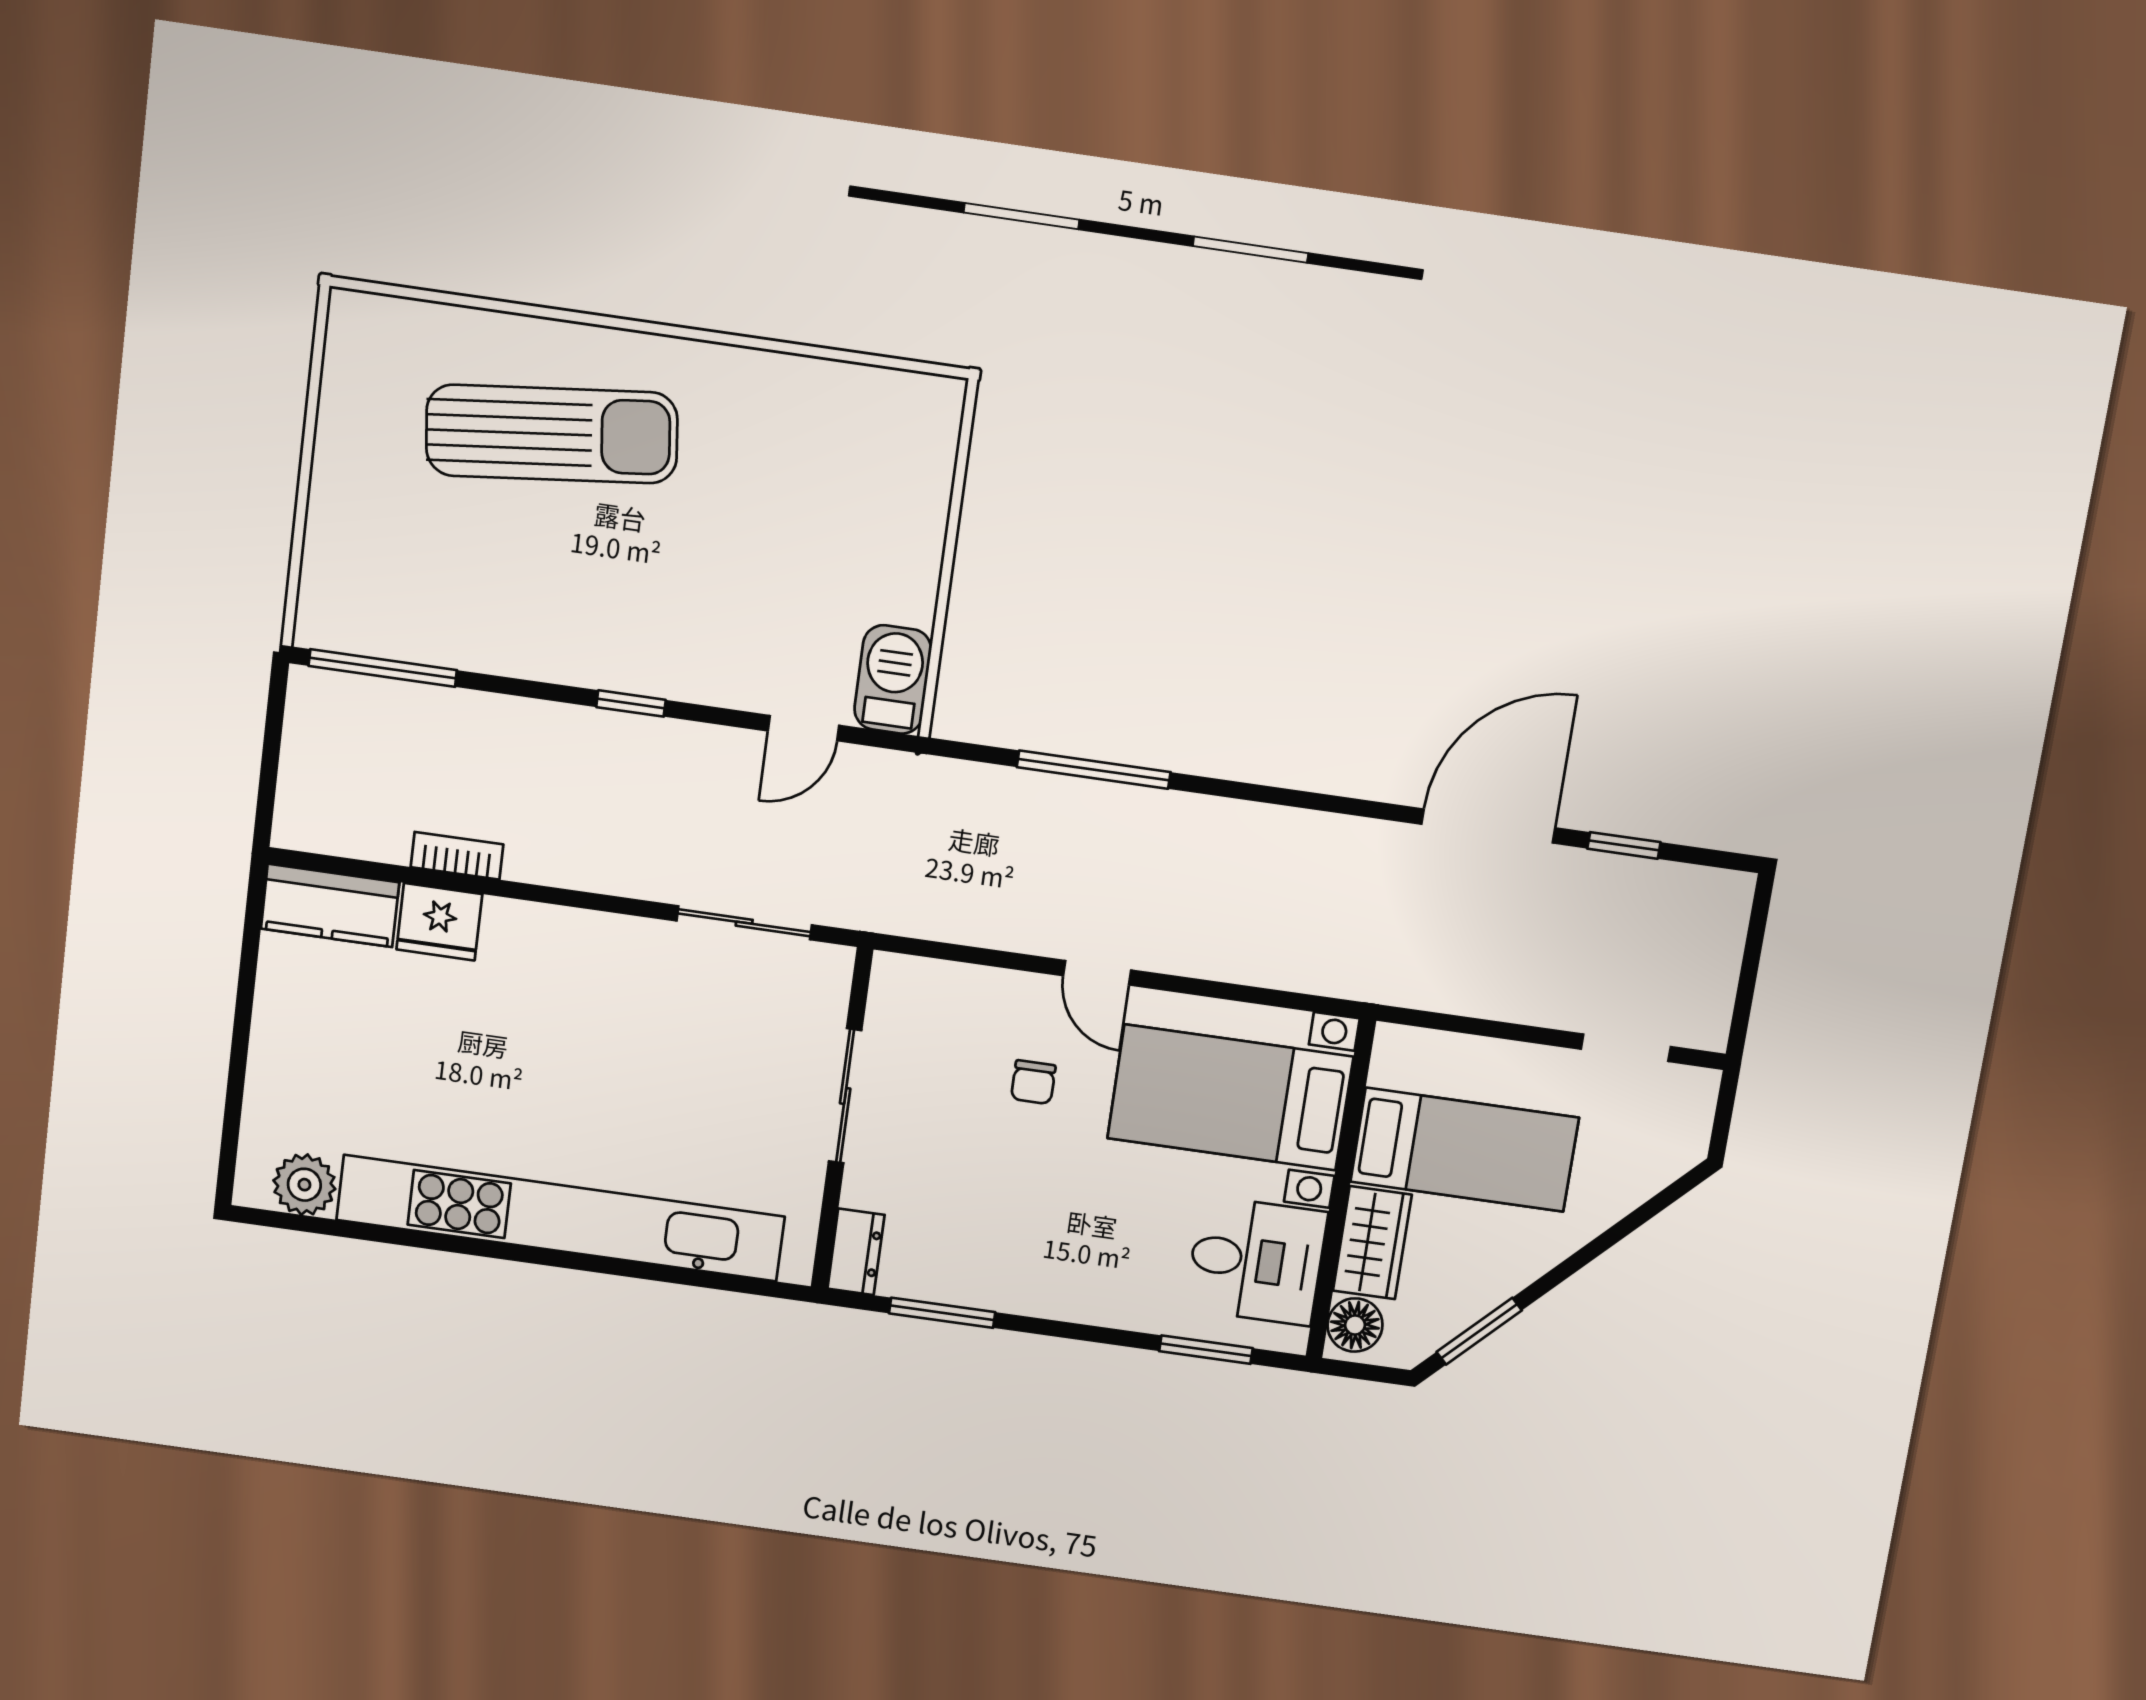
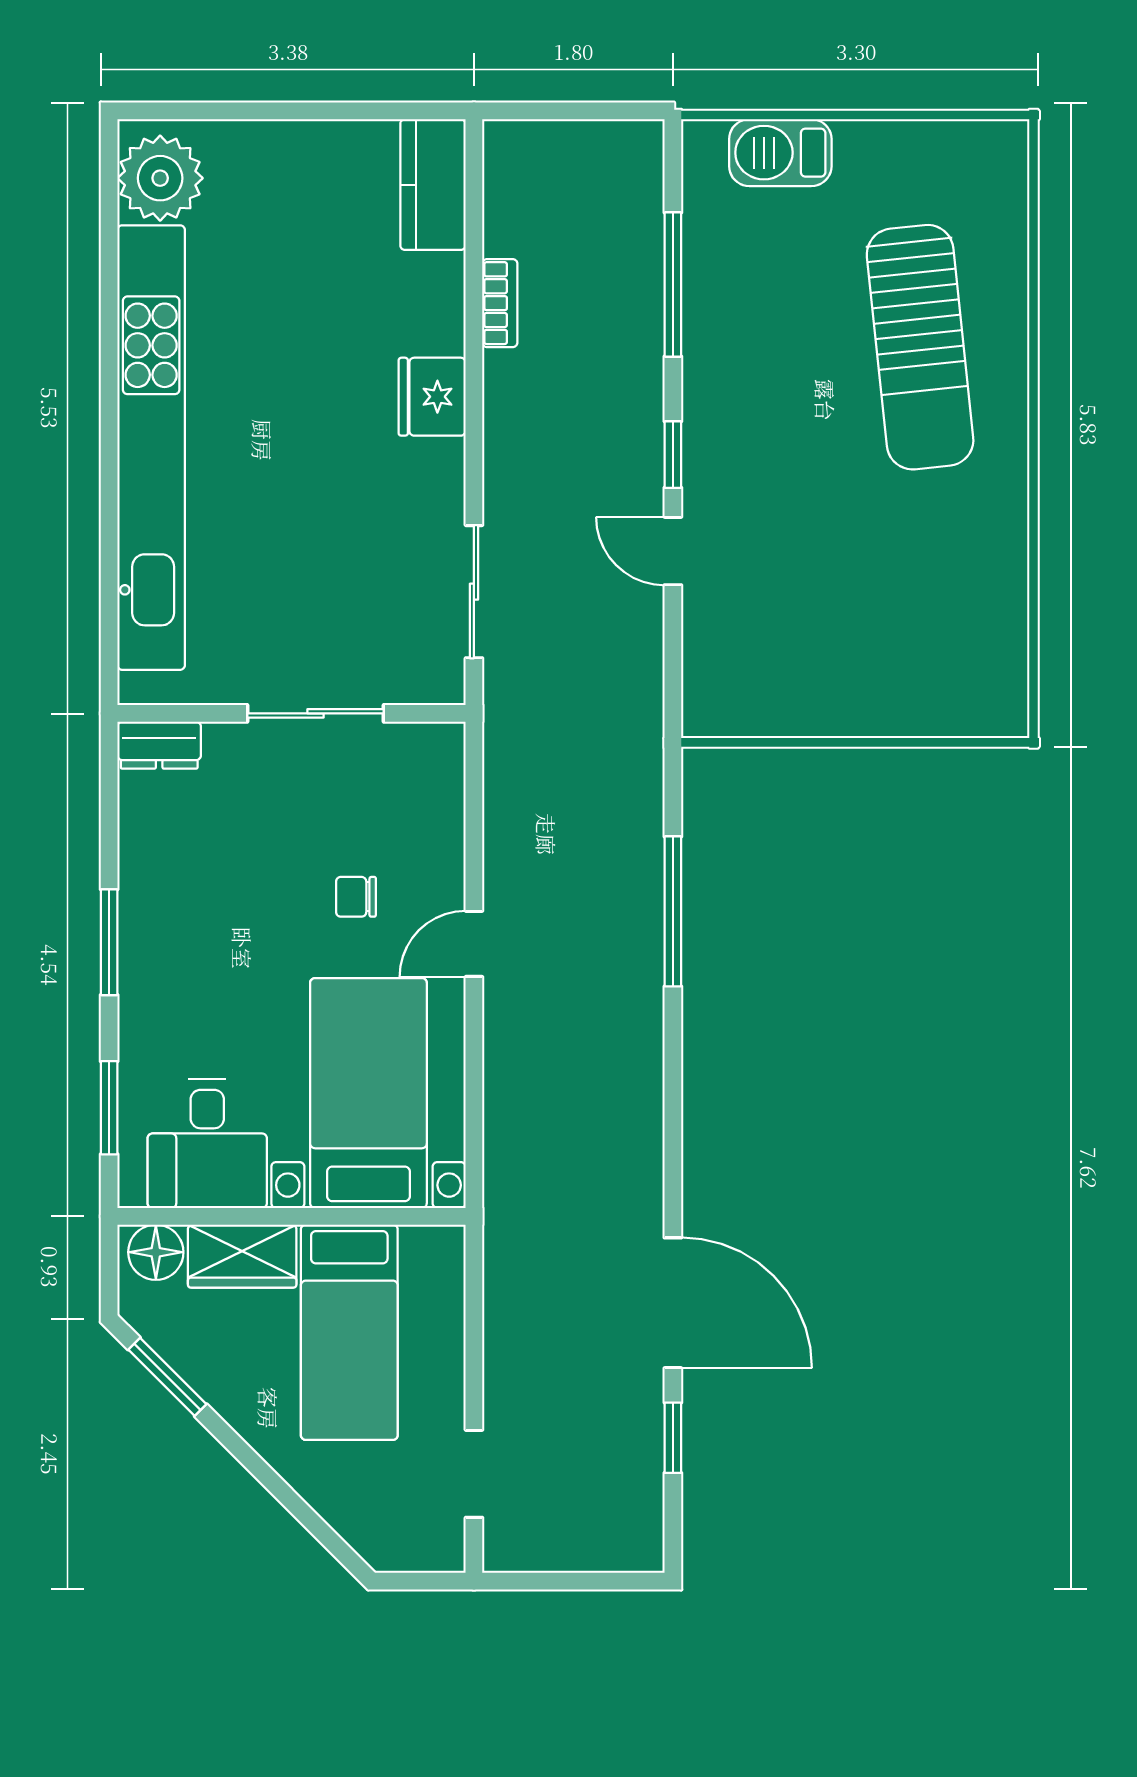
window: (383, 668) -> (673, 284), moved
barbecue: (893, 679) -> (780, 153), moved, turned 180
door: (803, 728) -> (673, 551), moved
fridge: (439, 922) -> (432, 397), moved
plant: (304, 1185) -> (160, 178), width x1.36, depth x1.36
window: (942, 1313) -> (109, 942), moved

